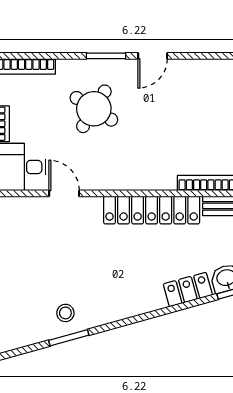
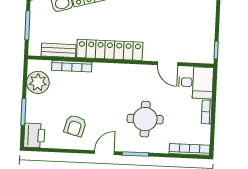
armchair: (198, 94) -> (75, 126), added
round table: (94, 109) -> (145, 119), turned -32

